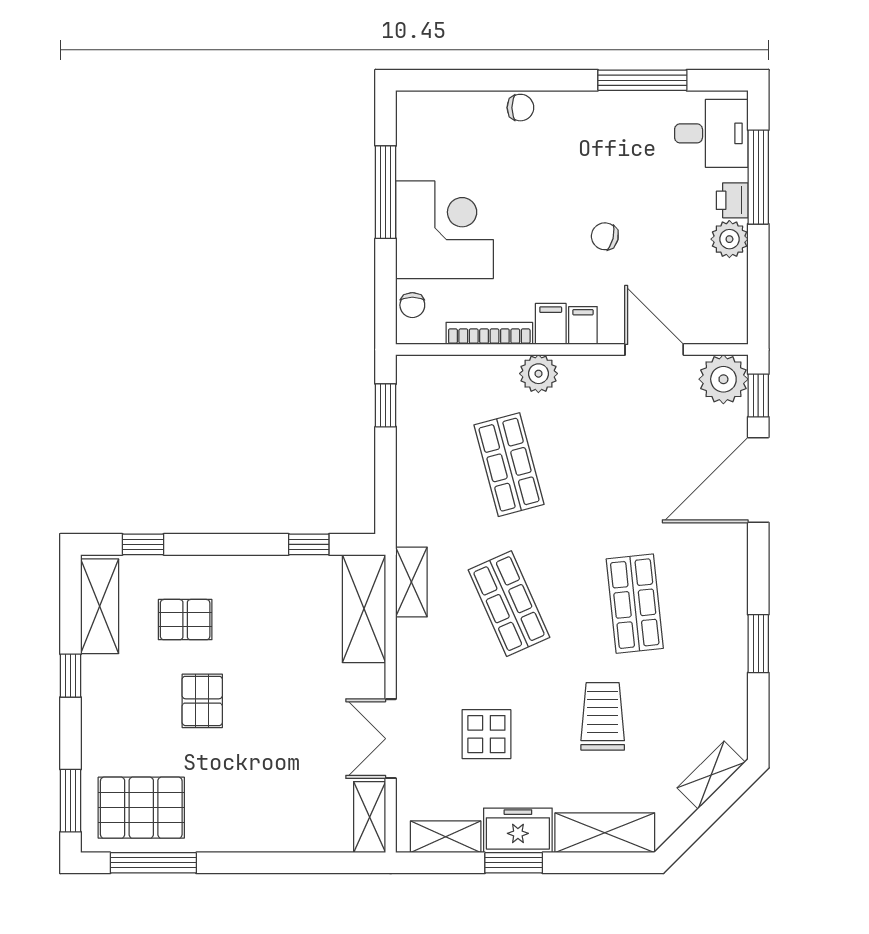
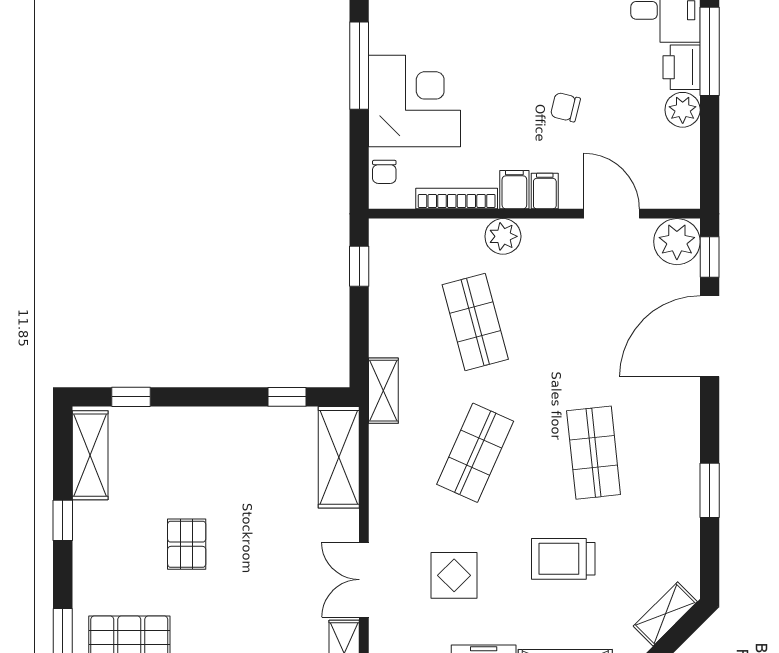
printer: (732, 200) -> (682, 67), width x1.36, depth x1.24
shelving: (411, 582) -> (383, 391), moved
shop shelf: (509, 604) -> (475, 453), turned 48
pallet: (185, 620) -> (171, 468), removed
trolley: (603, 716) -> (563, 559), turned -90

